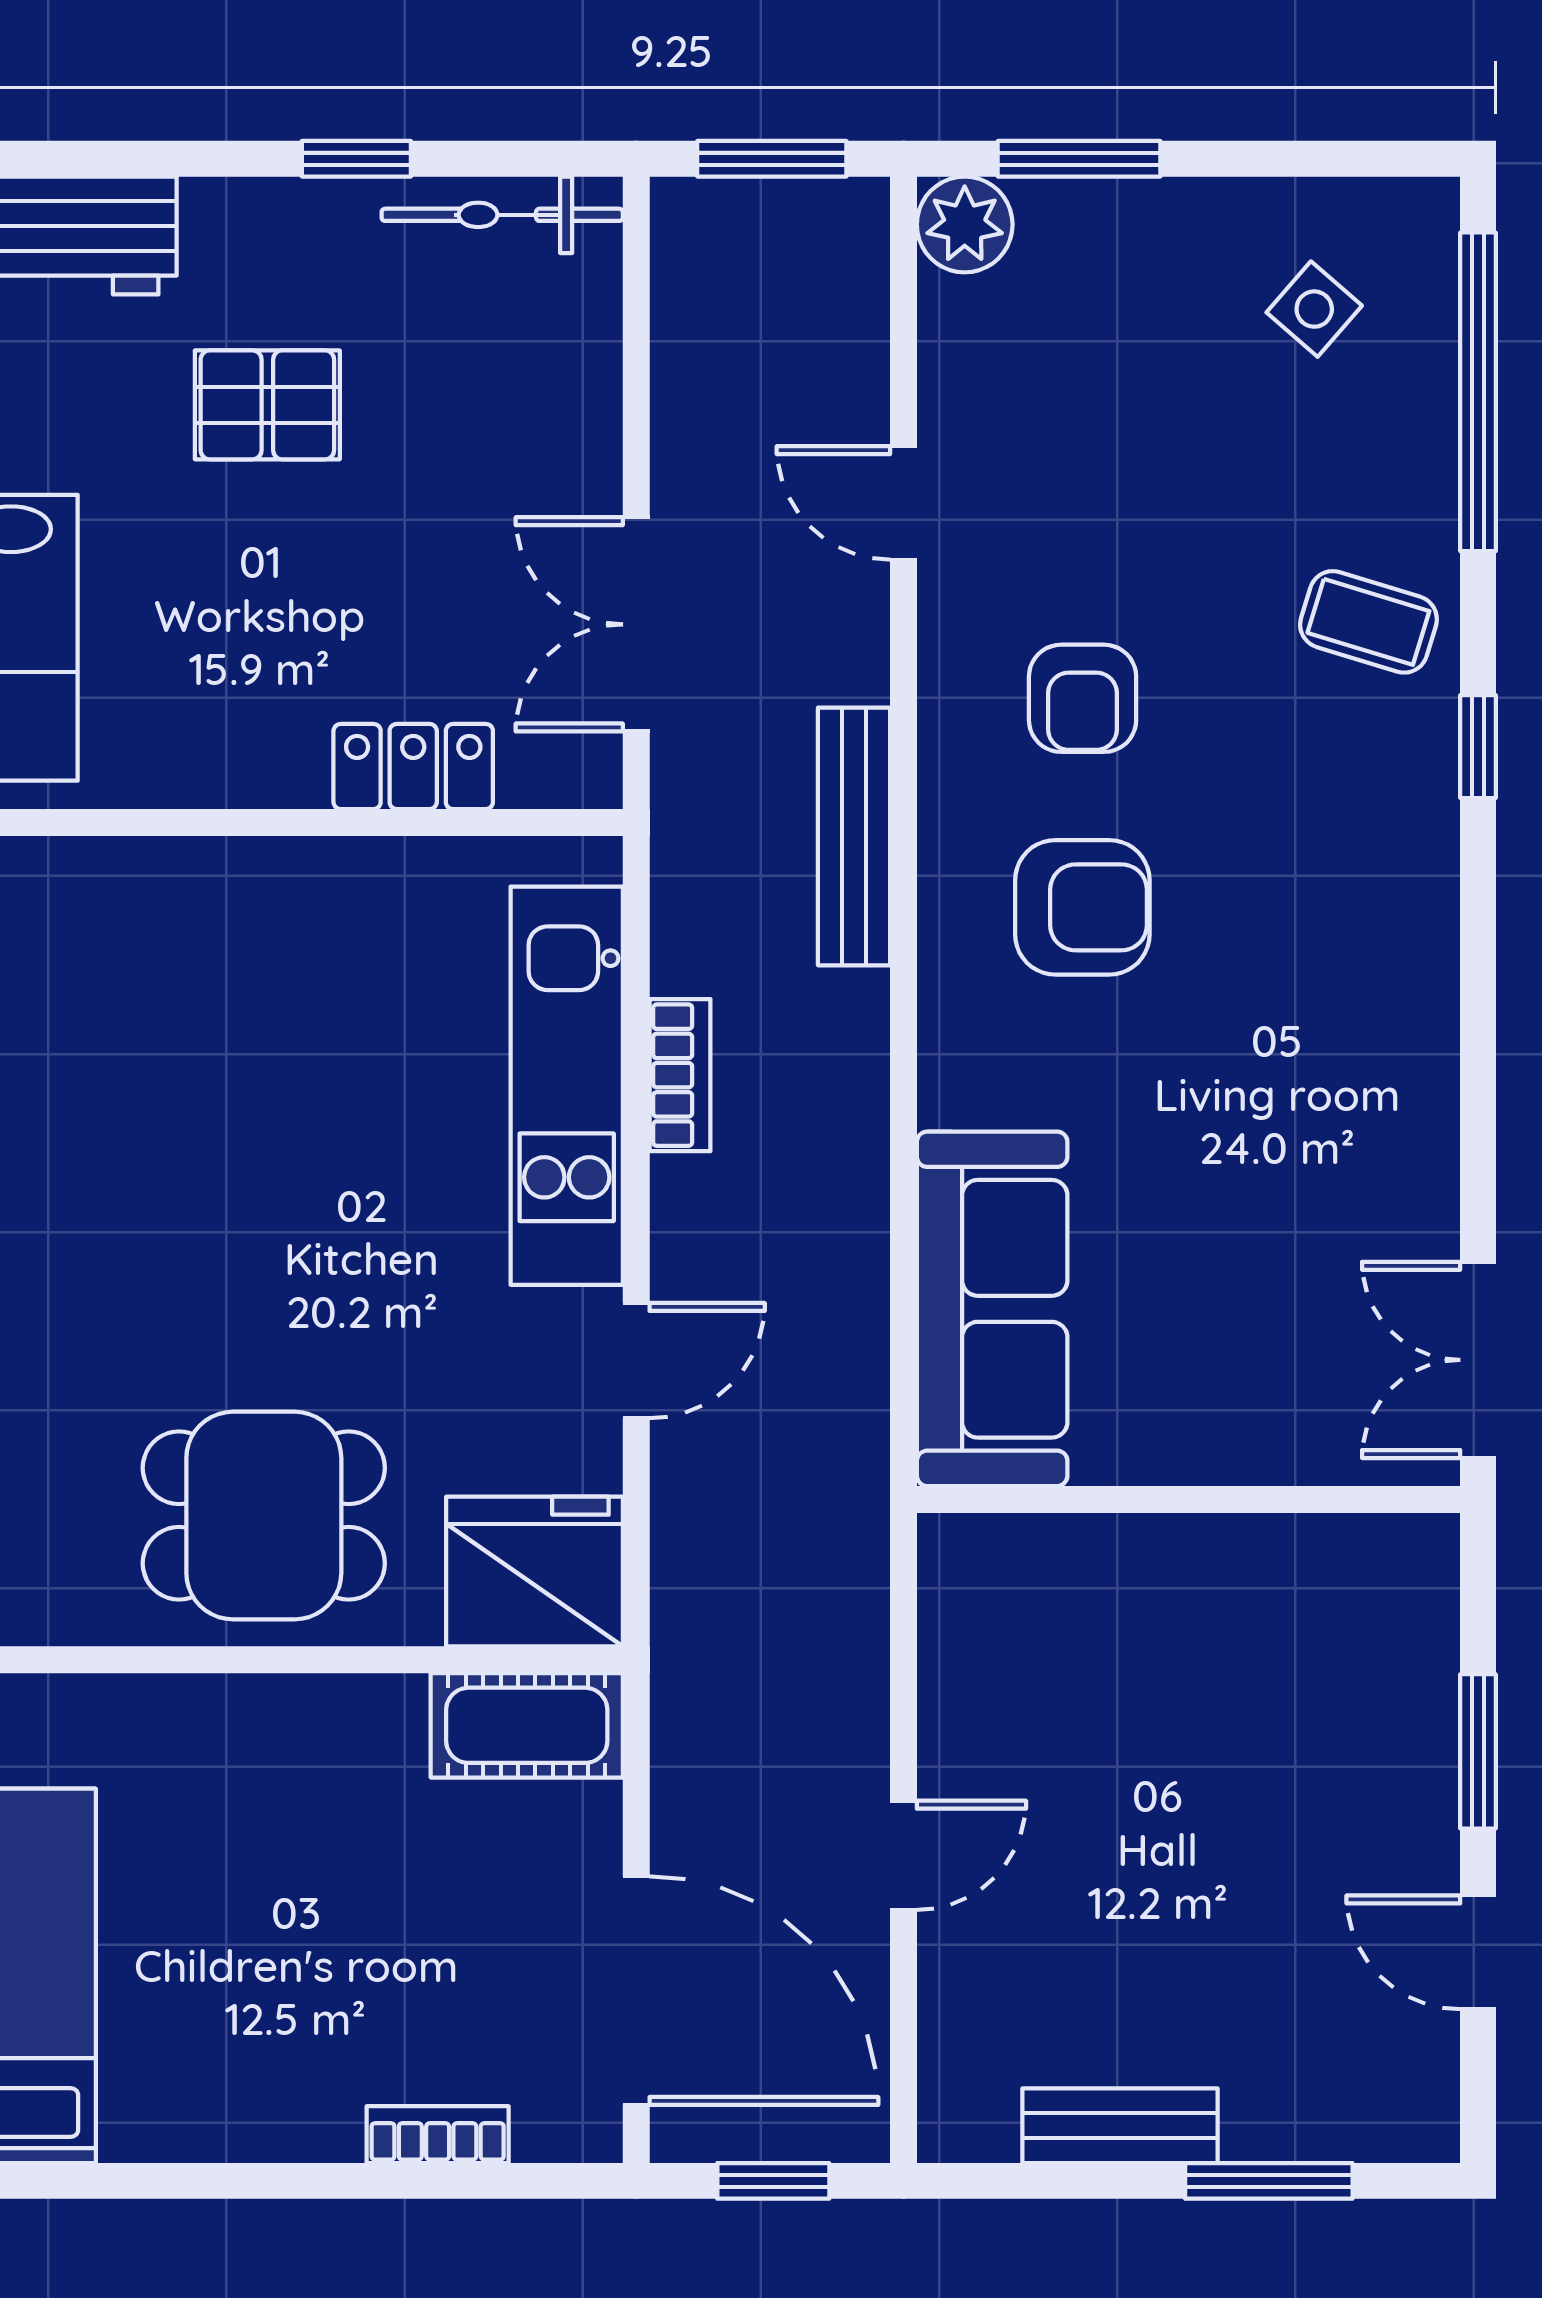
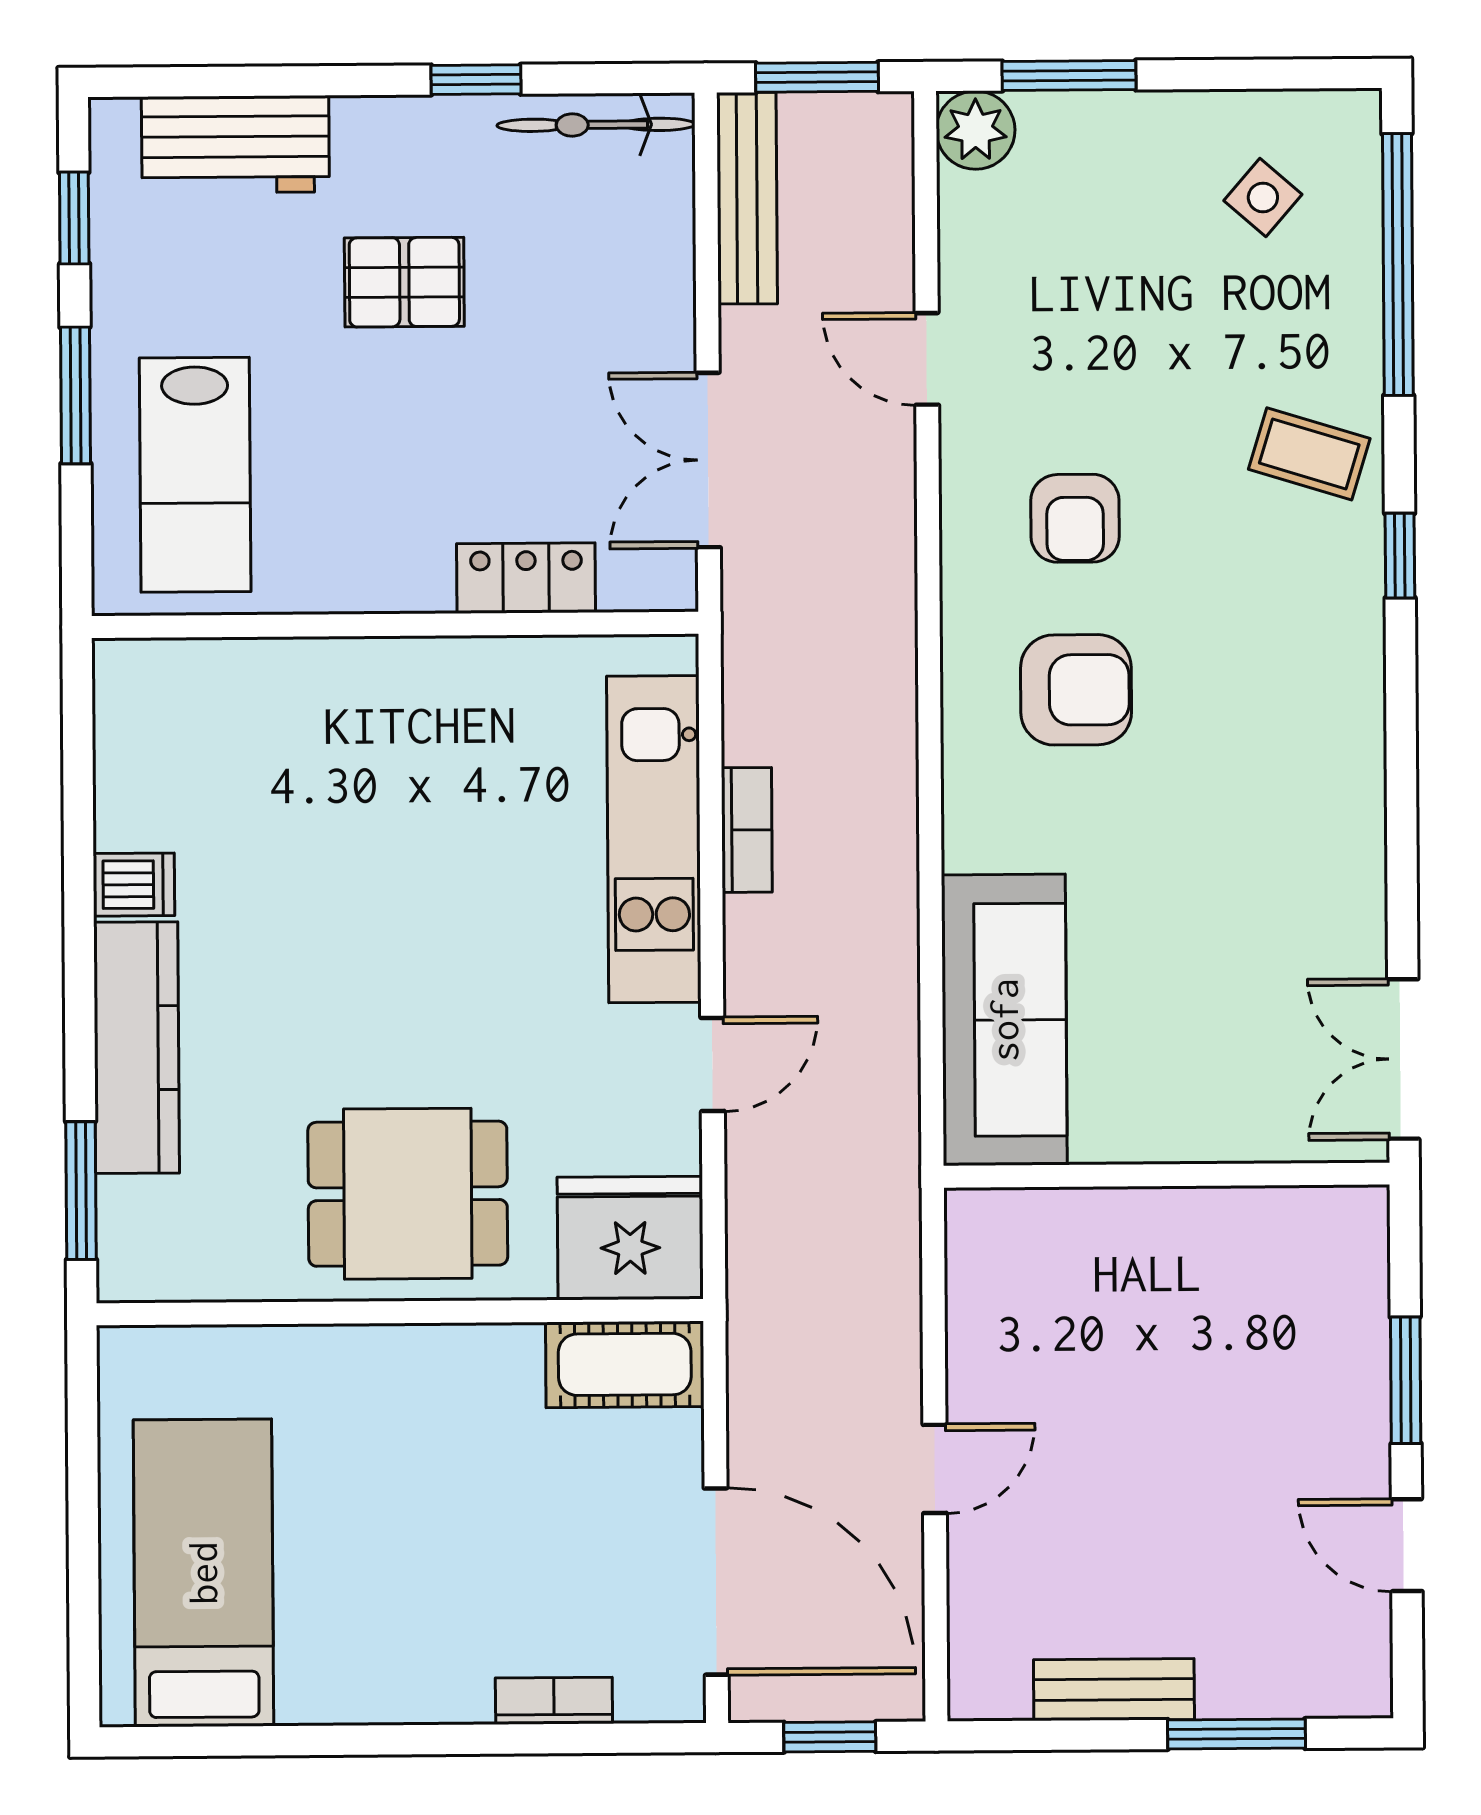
bench: (854, 836) -> (747, 198), moved

